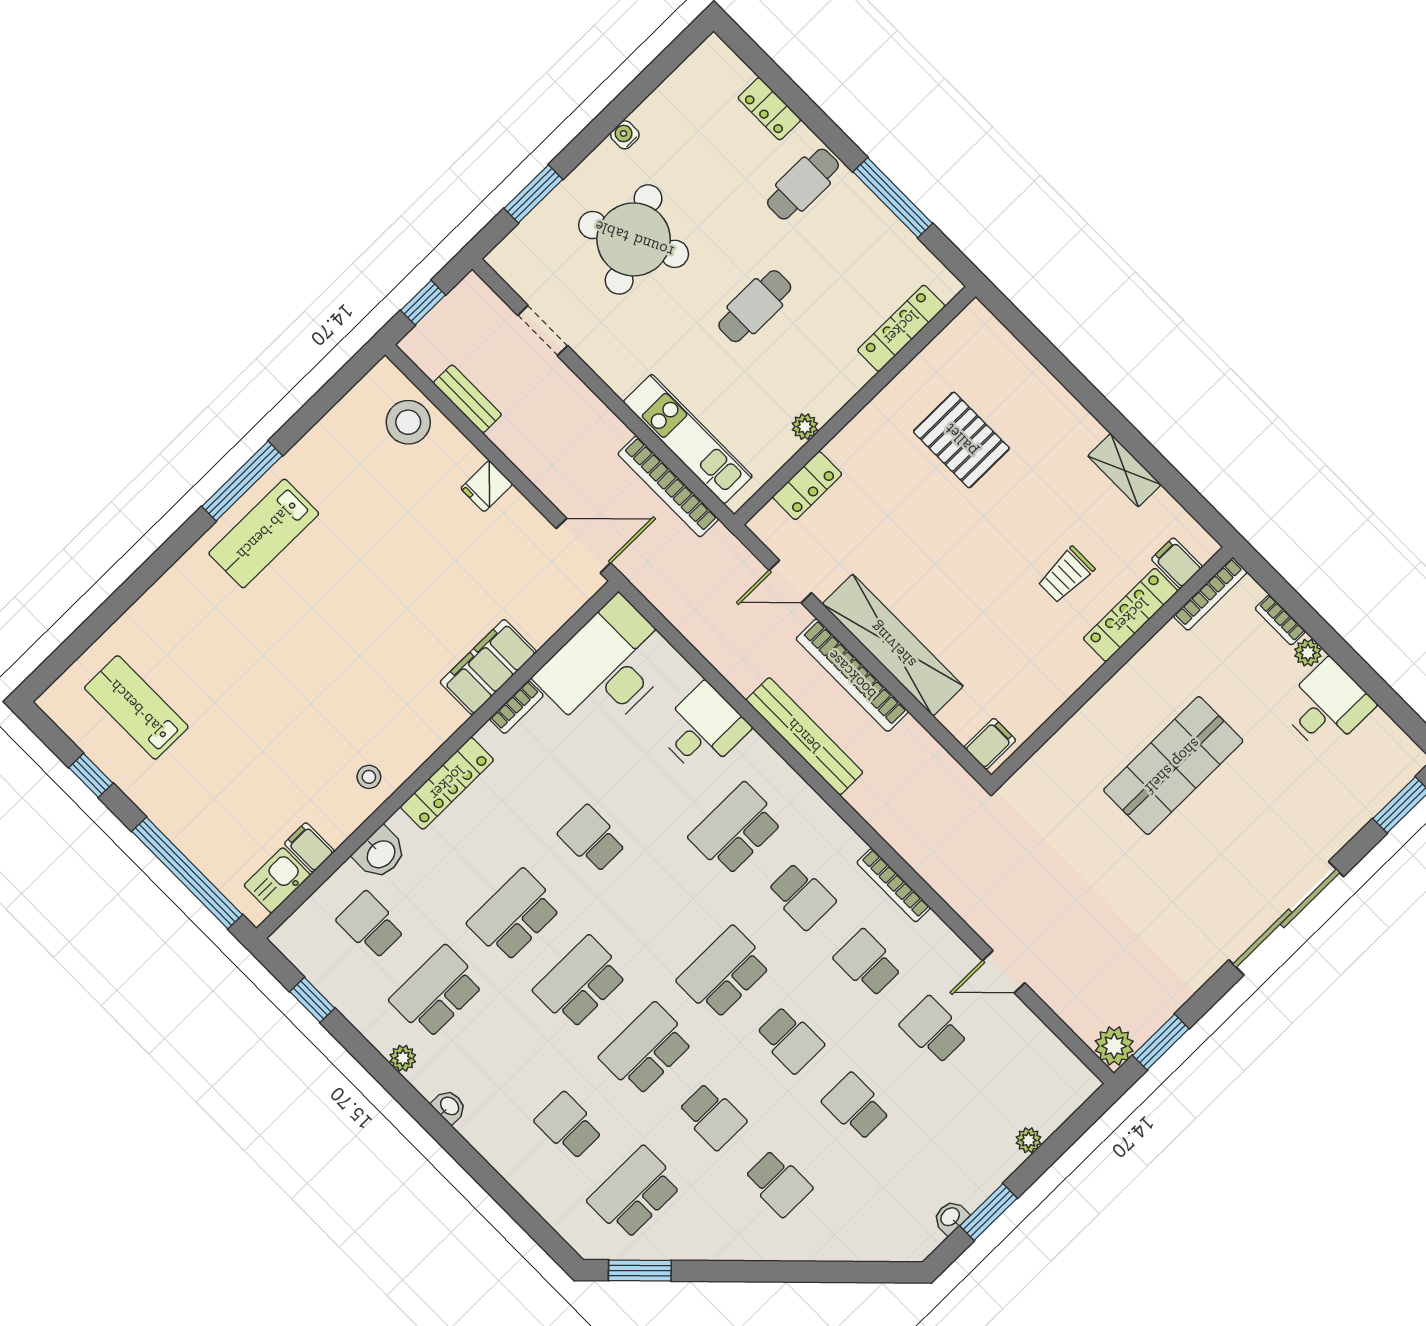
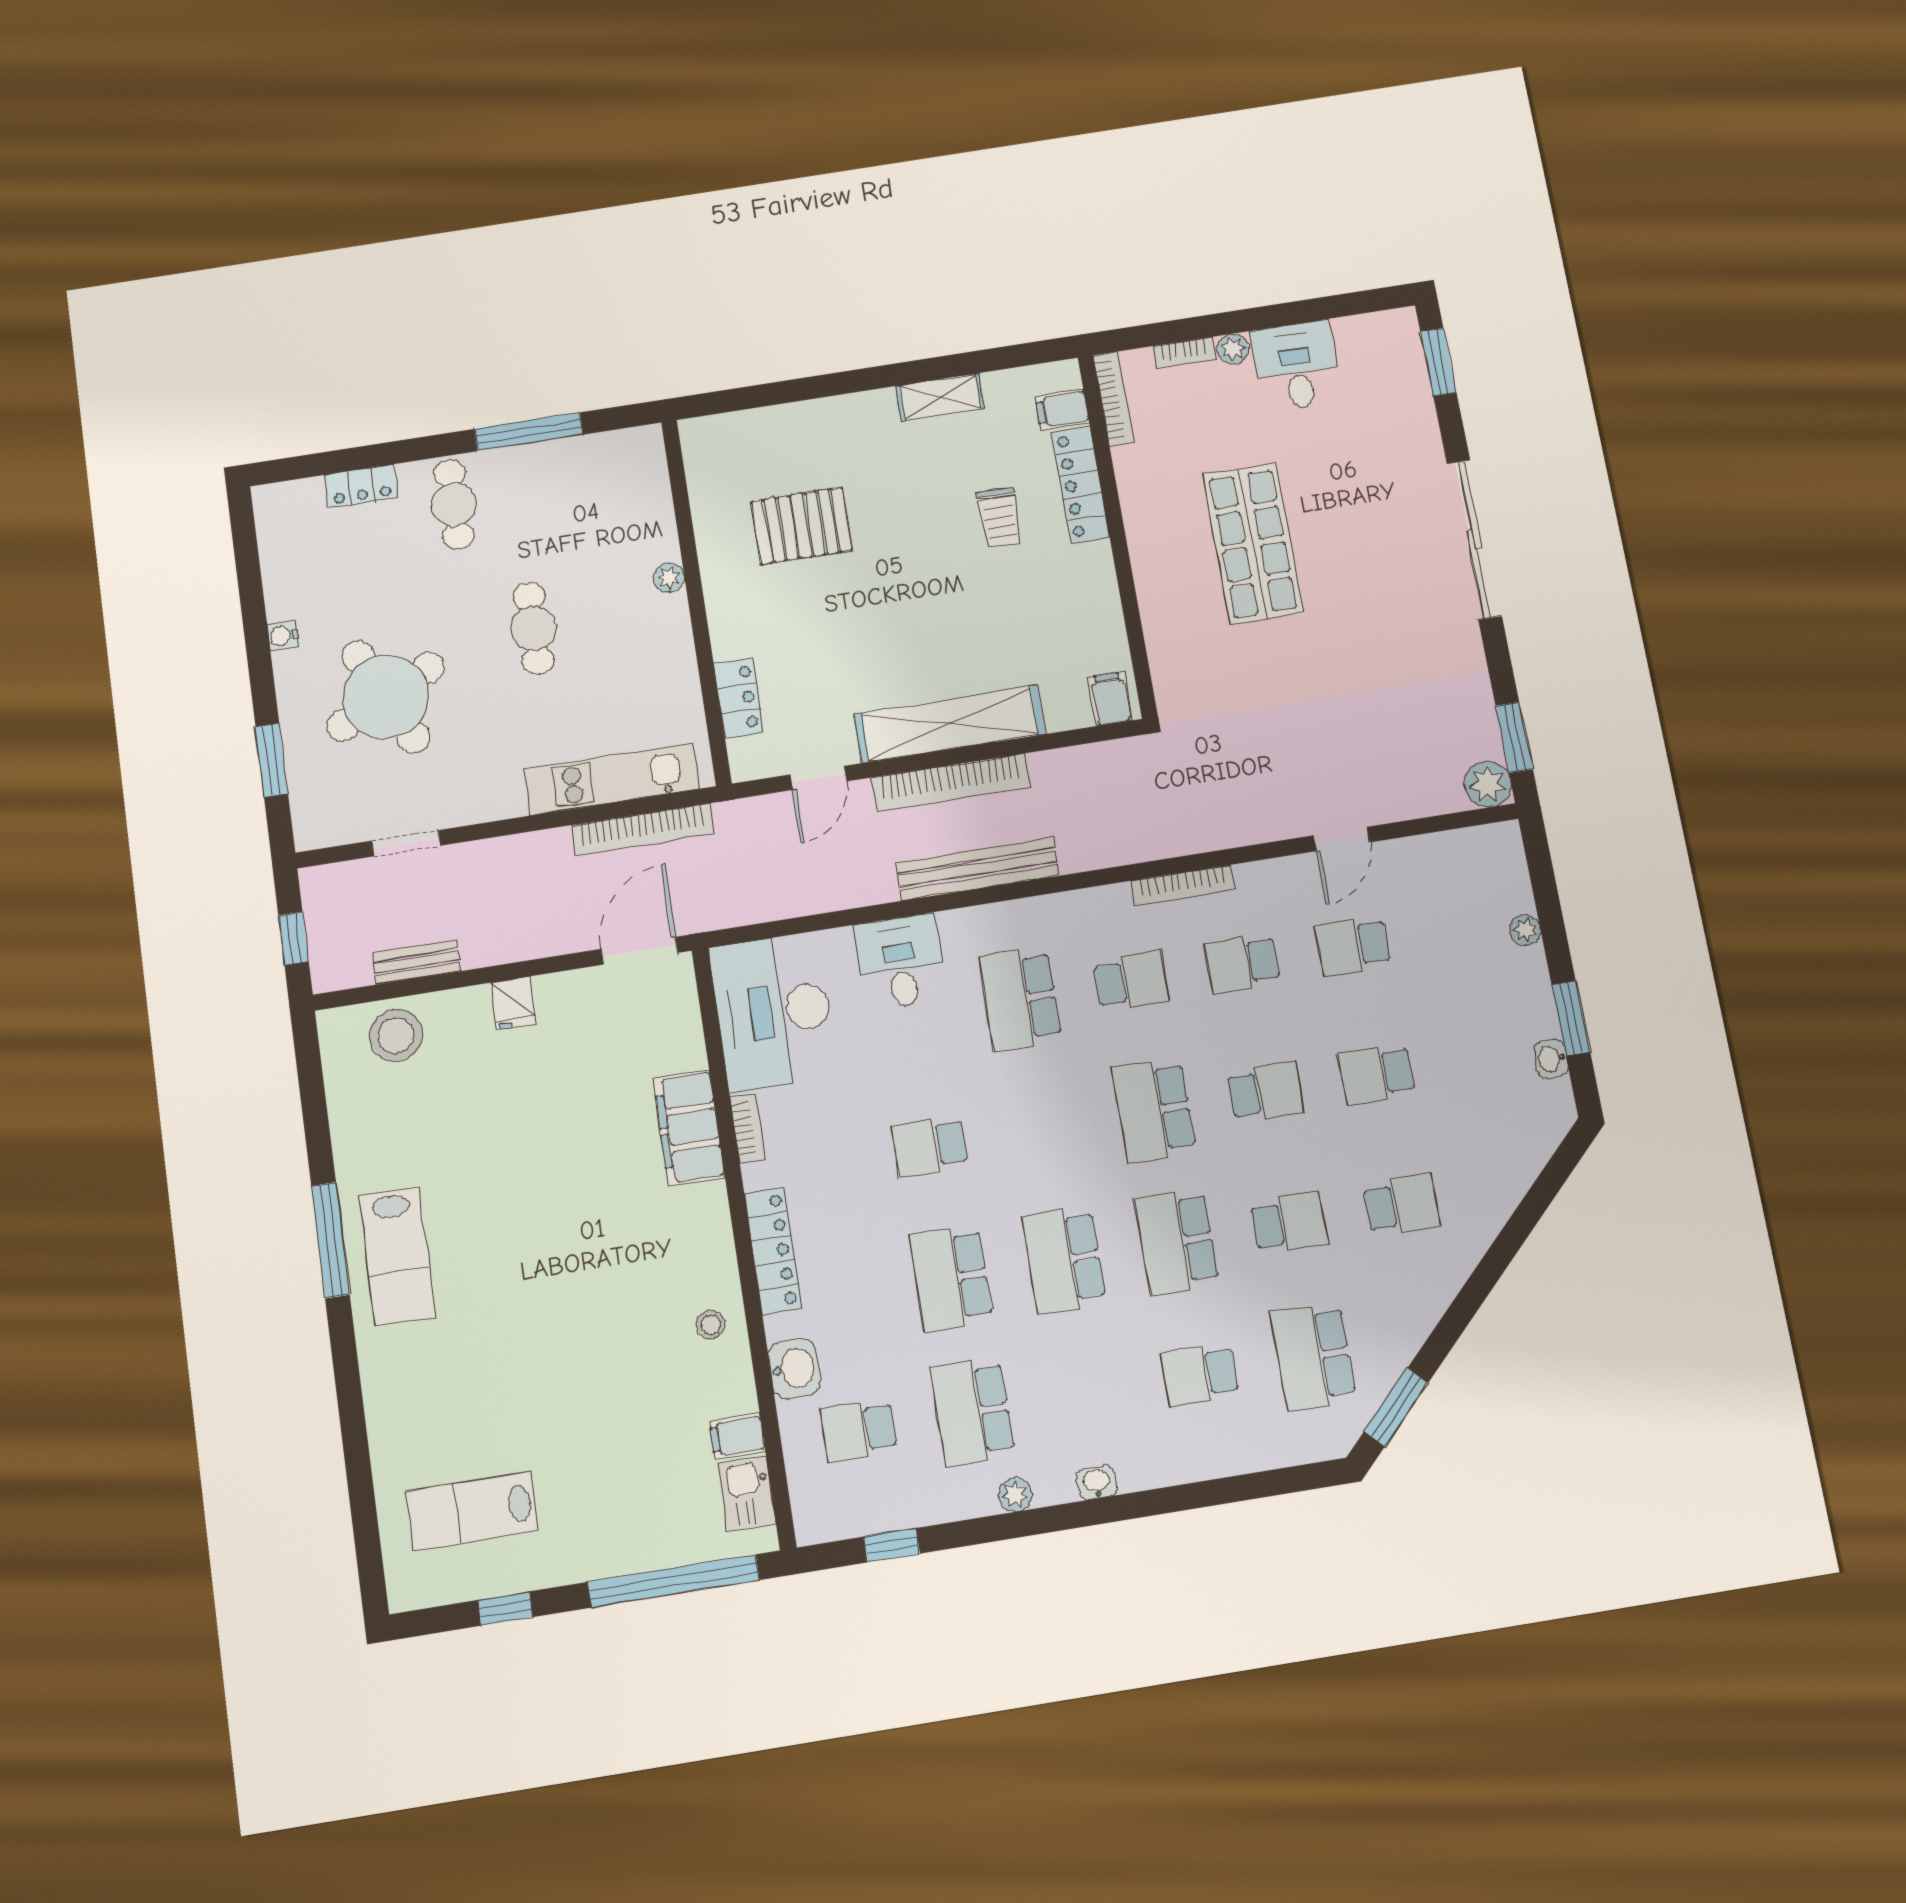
locker: (901, 328) -> (656, 508), removed
plant: (805, 427) -> (669, 578), moved

